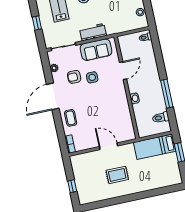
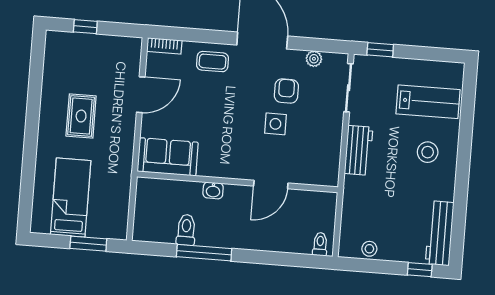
window: (37, 23) -> (380, 50), moved
sofa: (96, 50) -> (168, 157), moved, turned 90
door: (123, 71) -> (271, 184), hinge flipped
toilet: (161, 118) -> (186, 230), moved
door: (108, 146) -> (141, 95), moved
bed: (155, 147) -> (71, 198), moved

